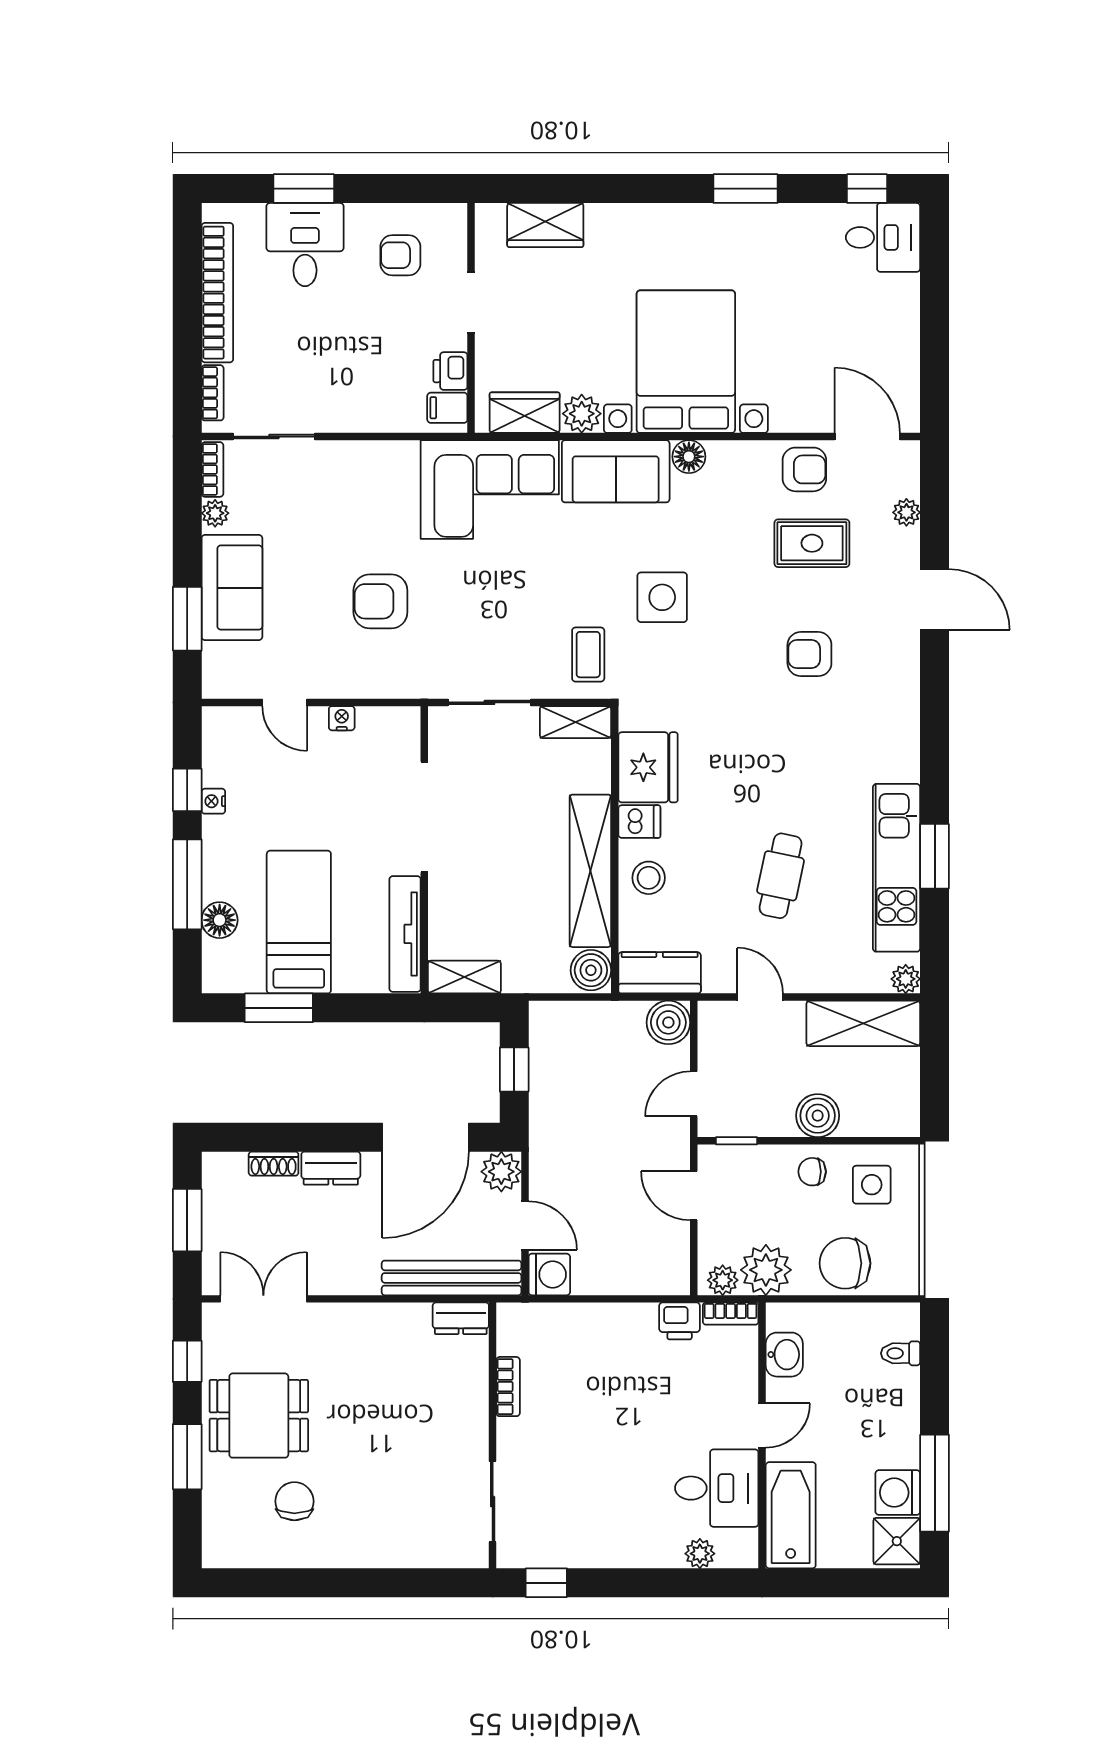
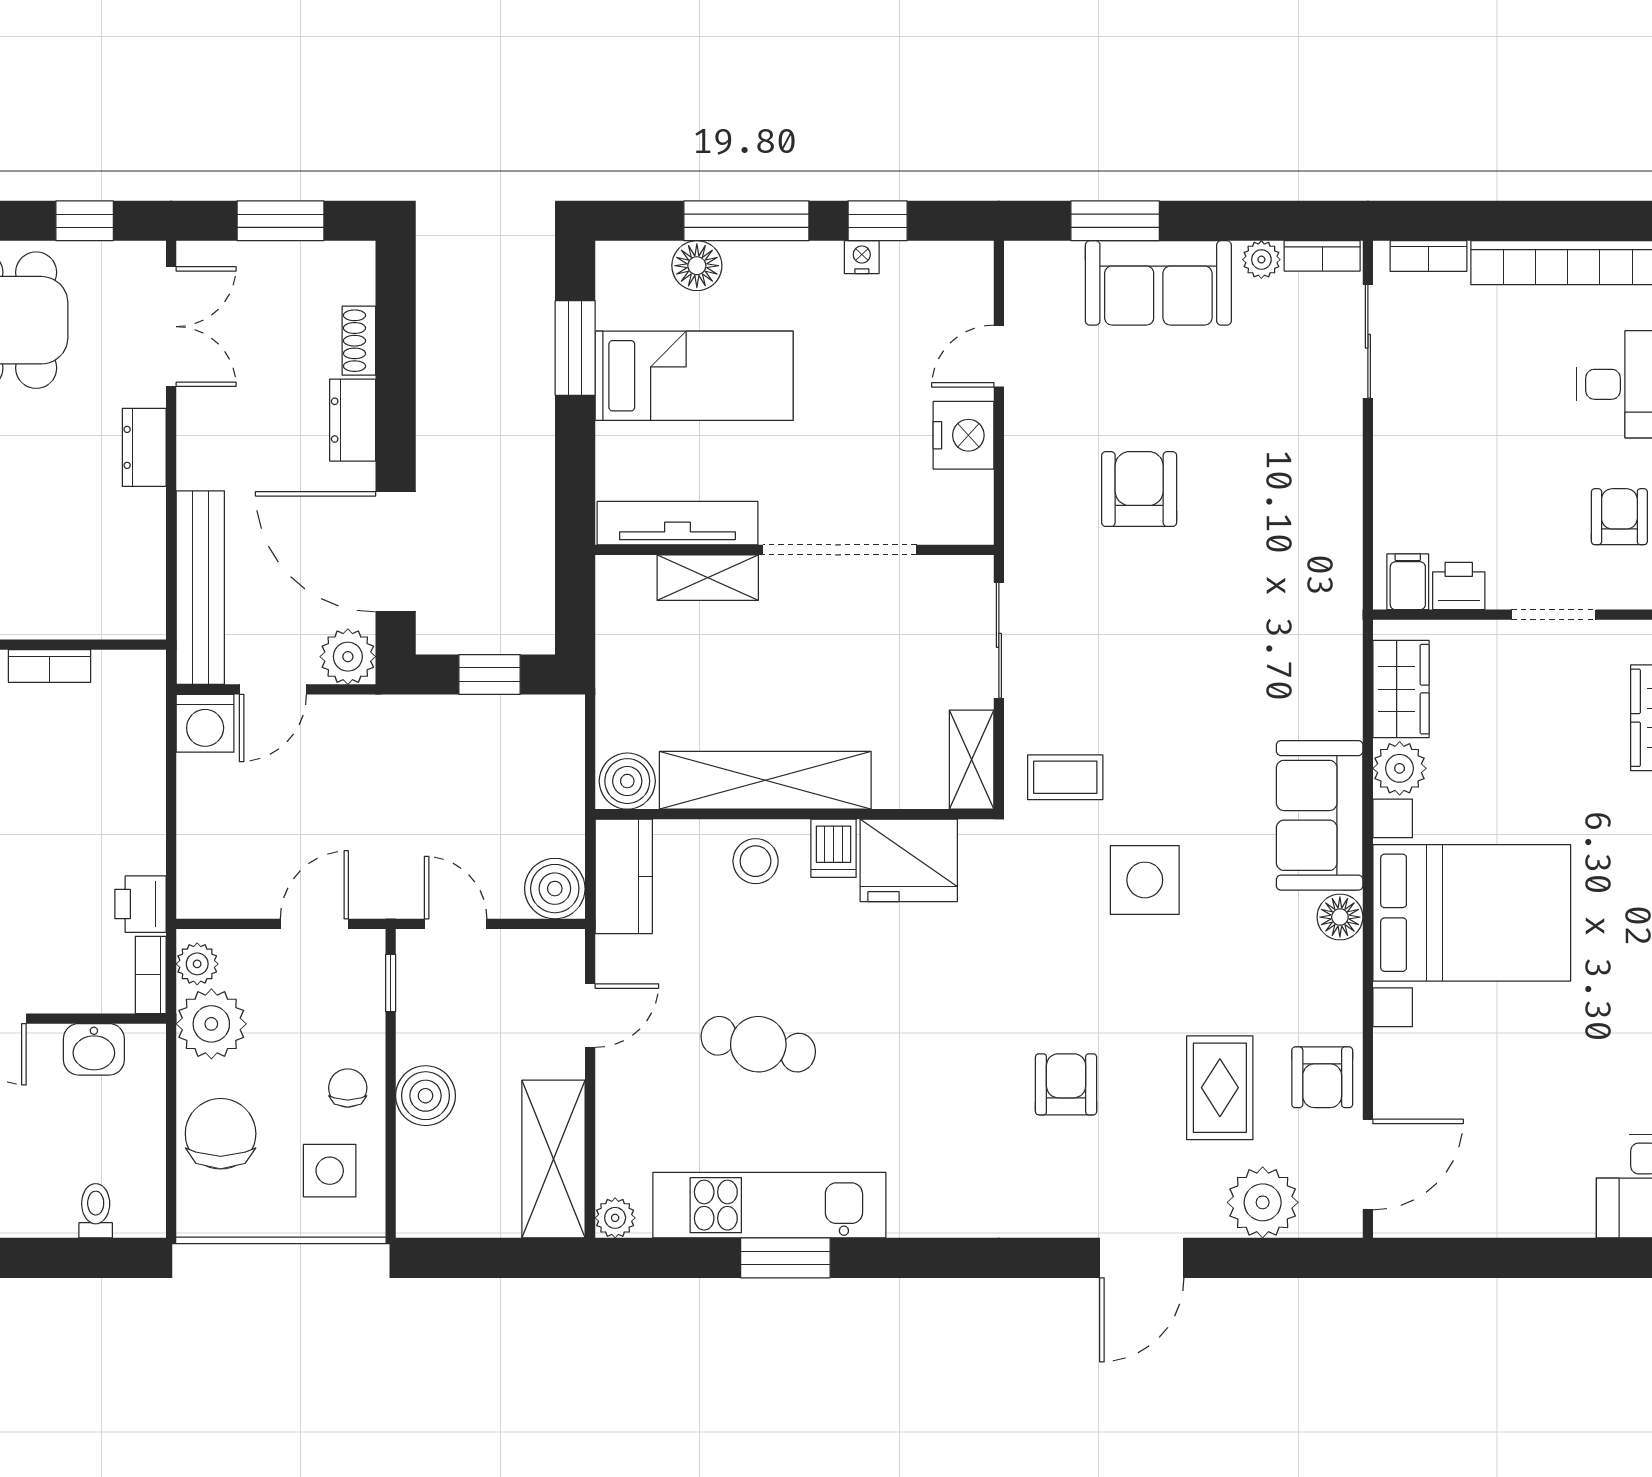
corner sofa: (490, 489) -> (1294, 641), removed
plant: (906, 512) -> (1263, 1202), width x1.88, depth x1.88
nightstand: (342, 718) -> (964, 435), width x1.89, depth x1.79
shelving: (464, 977) -> (708, 578), moved, turned 90
dresser: (461, 1318) -> (144, 447), moved

